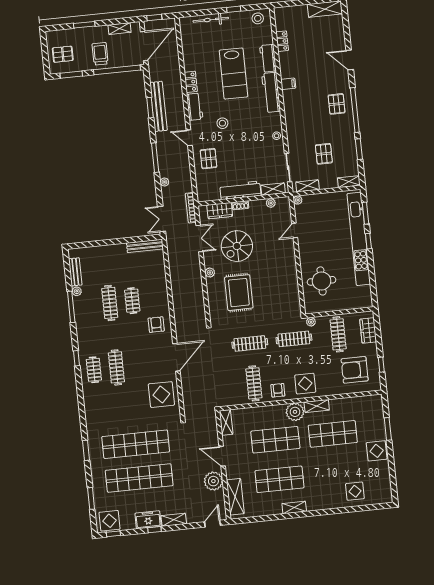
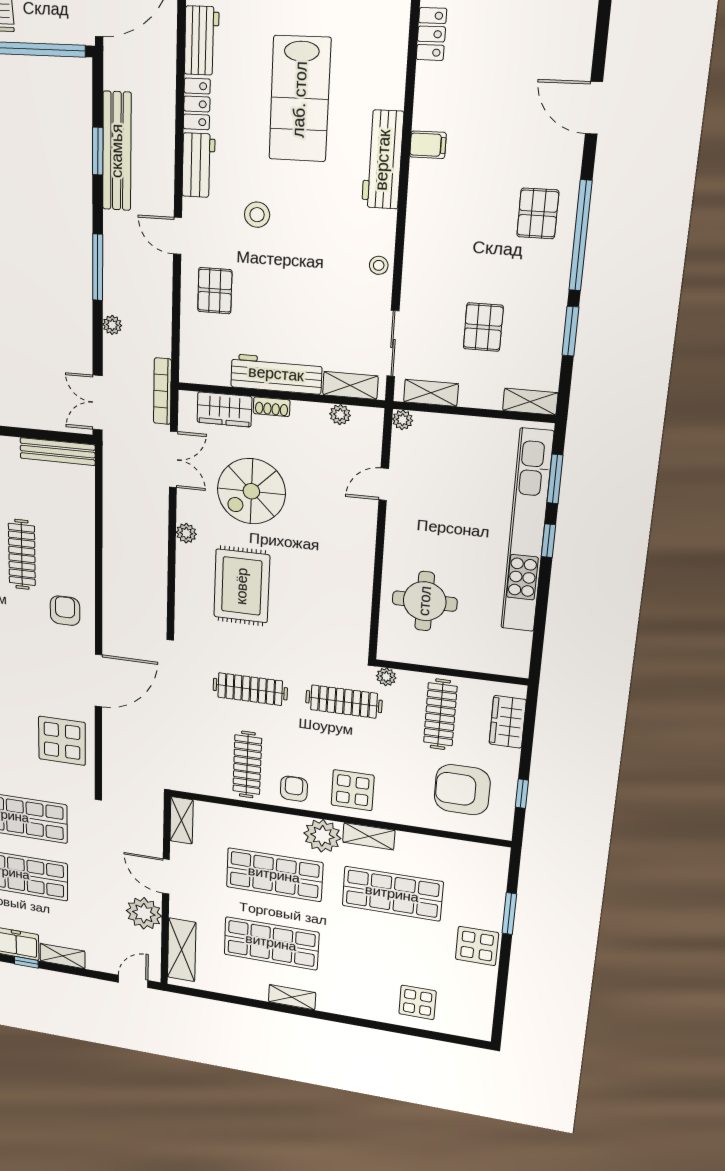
workbench: (268, 58) -> (202, 41), moved, turned 180
clothes rail: (132, 301) -> (22, 554), width x1.36

